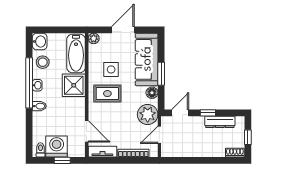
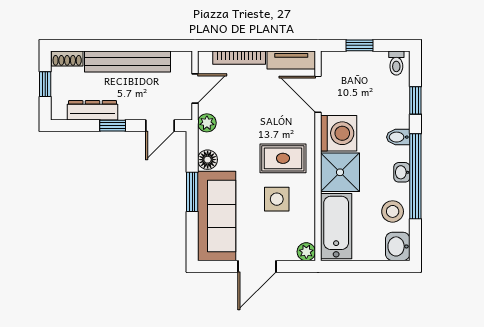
plant: (148, 114) -> (207, 123), width x0.53, depth x0.53
window: (29, 128) -> (415, 100), added
washing machine: (57, 146) -> (339, 133), moved, turned -90
bench: (199, 151) -> (127, 61), added

